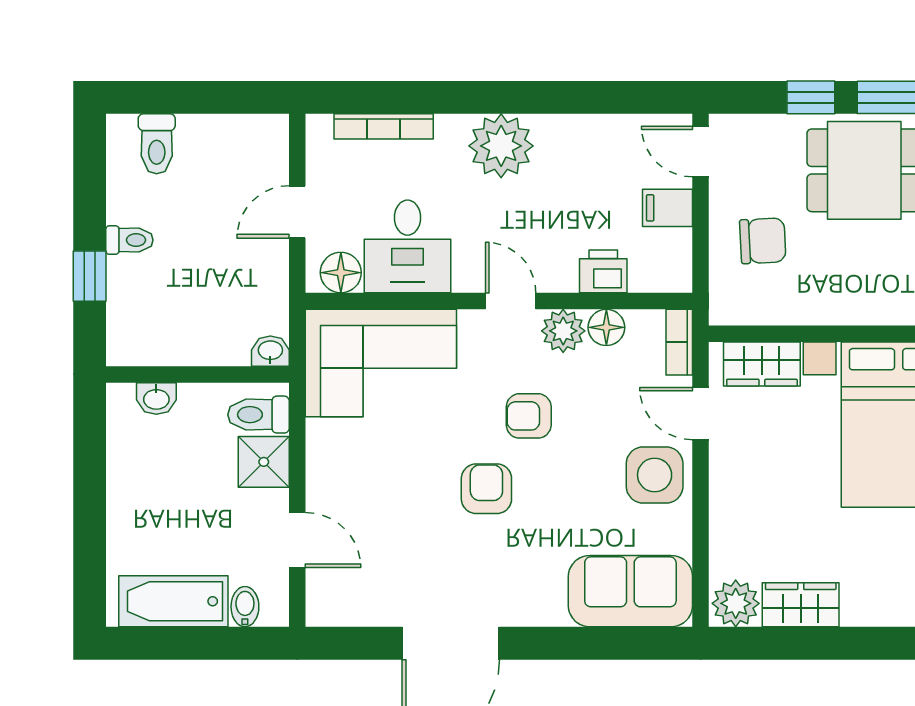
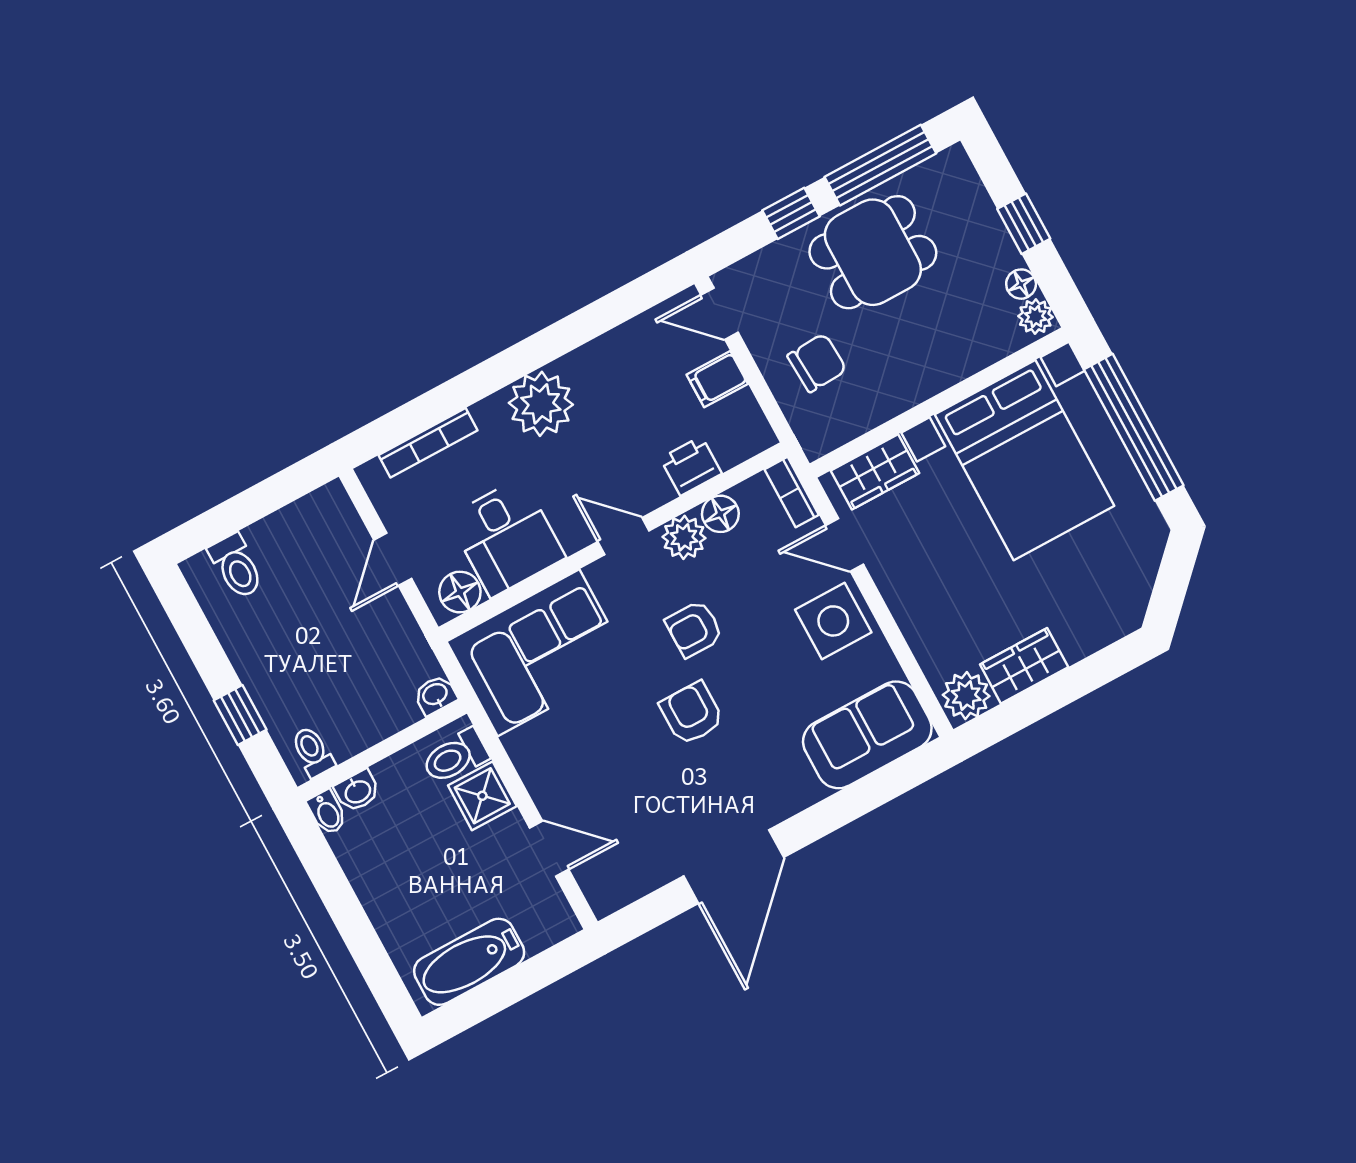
toilet: (129, 240) -> (313, 752), moved, turned -90
bidet: (245, 607) -> (327, 812), moved, turned 180

